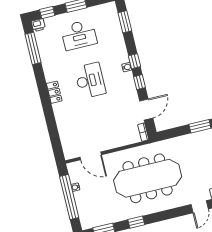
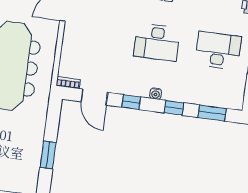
desk: (79, 35) -> (218, 50), turned 90
window: (134, 61) -> (174, 108), moved

